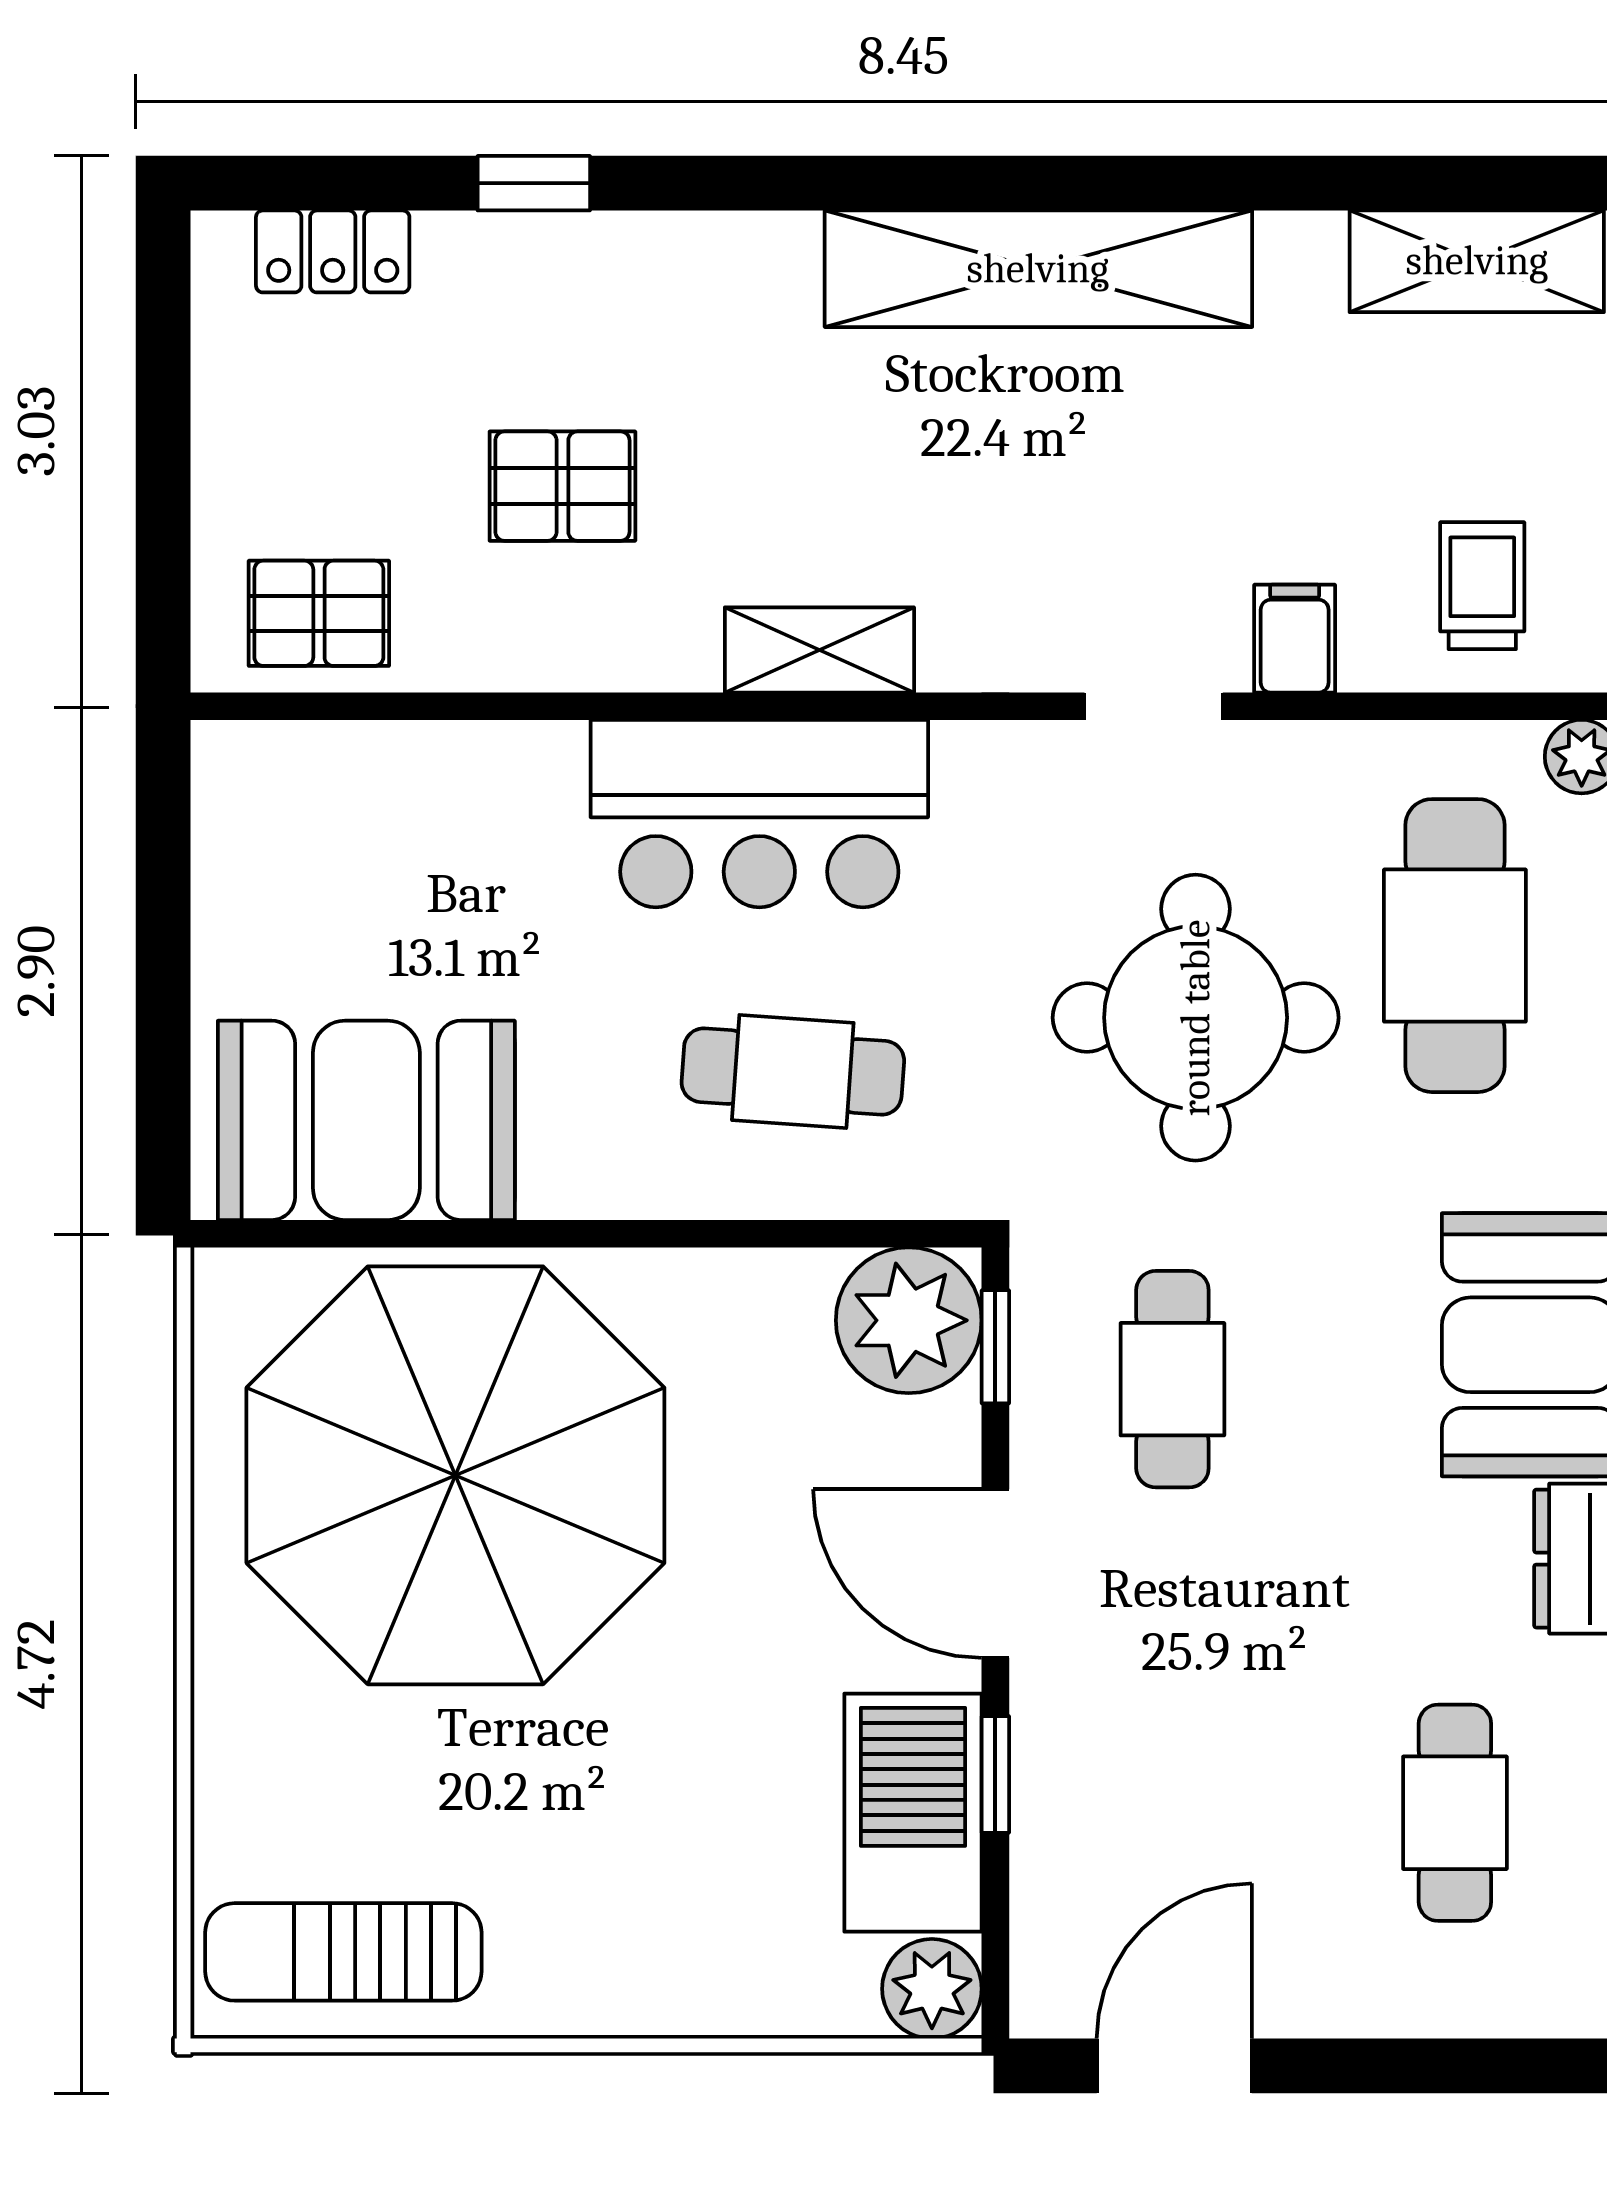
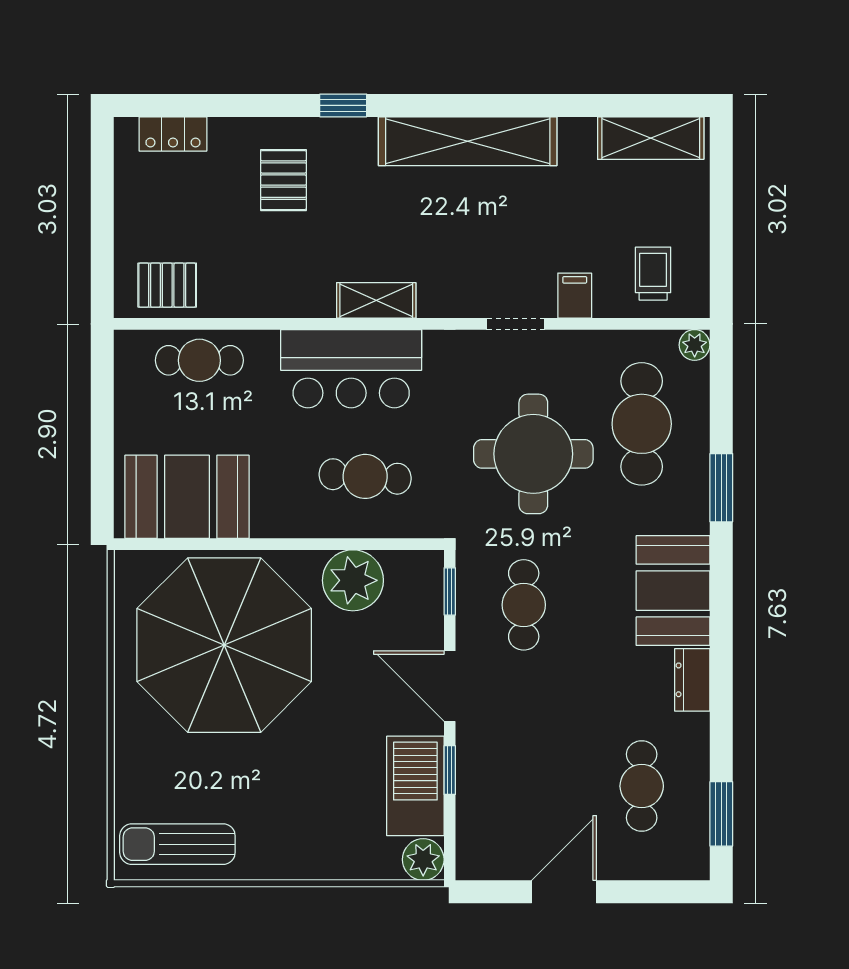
window: (534, 183) -> (343, 105), moved
pallet: (562, 486) -> (283, 180), moved, turned 90
cafe table: (396, 793) -> (199, 360), added
plant: (909, 1320) -> (353, 580), moved
door: (1174, 2066) -> (564, 892), moved

